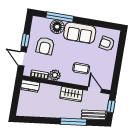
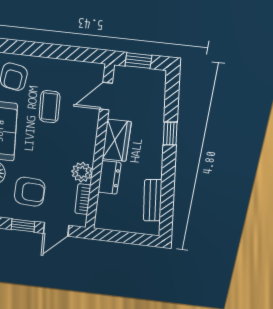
coffee table: (81, 68) -> (50, 107), moved
dresser: (30, 86) -> (109, 178), moved
bench: (94, 115) -> (153, 200), moved
window: (74, 122) -> (170, 134), width x0.46

